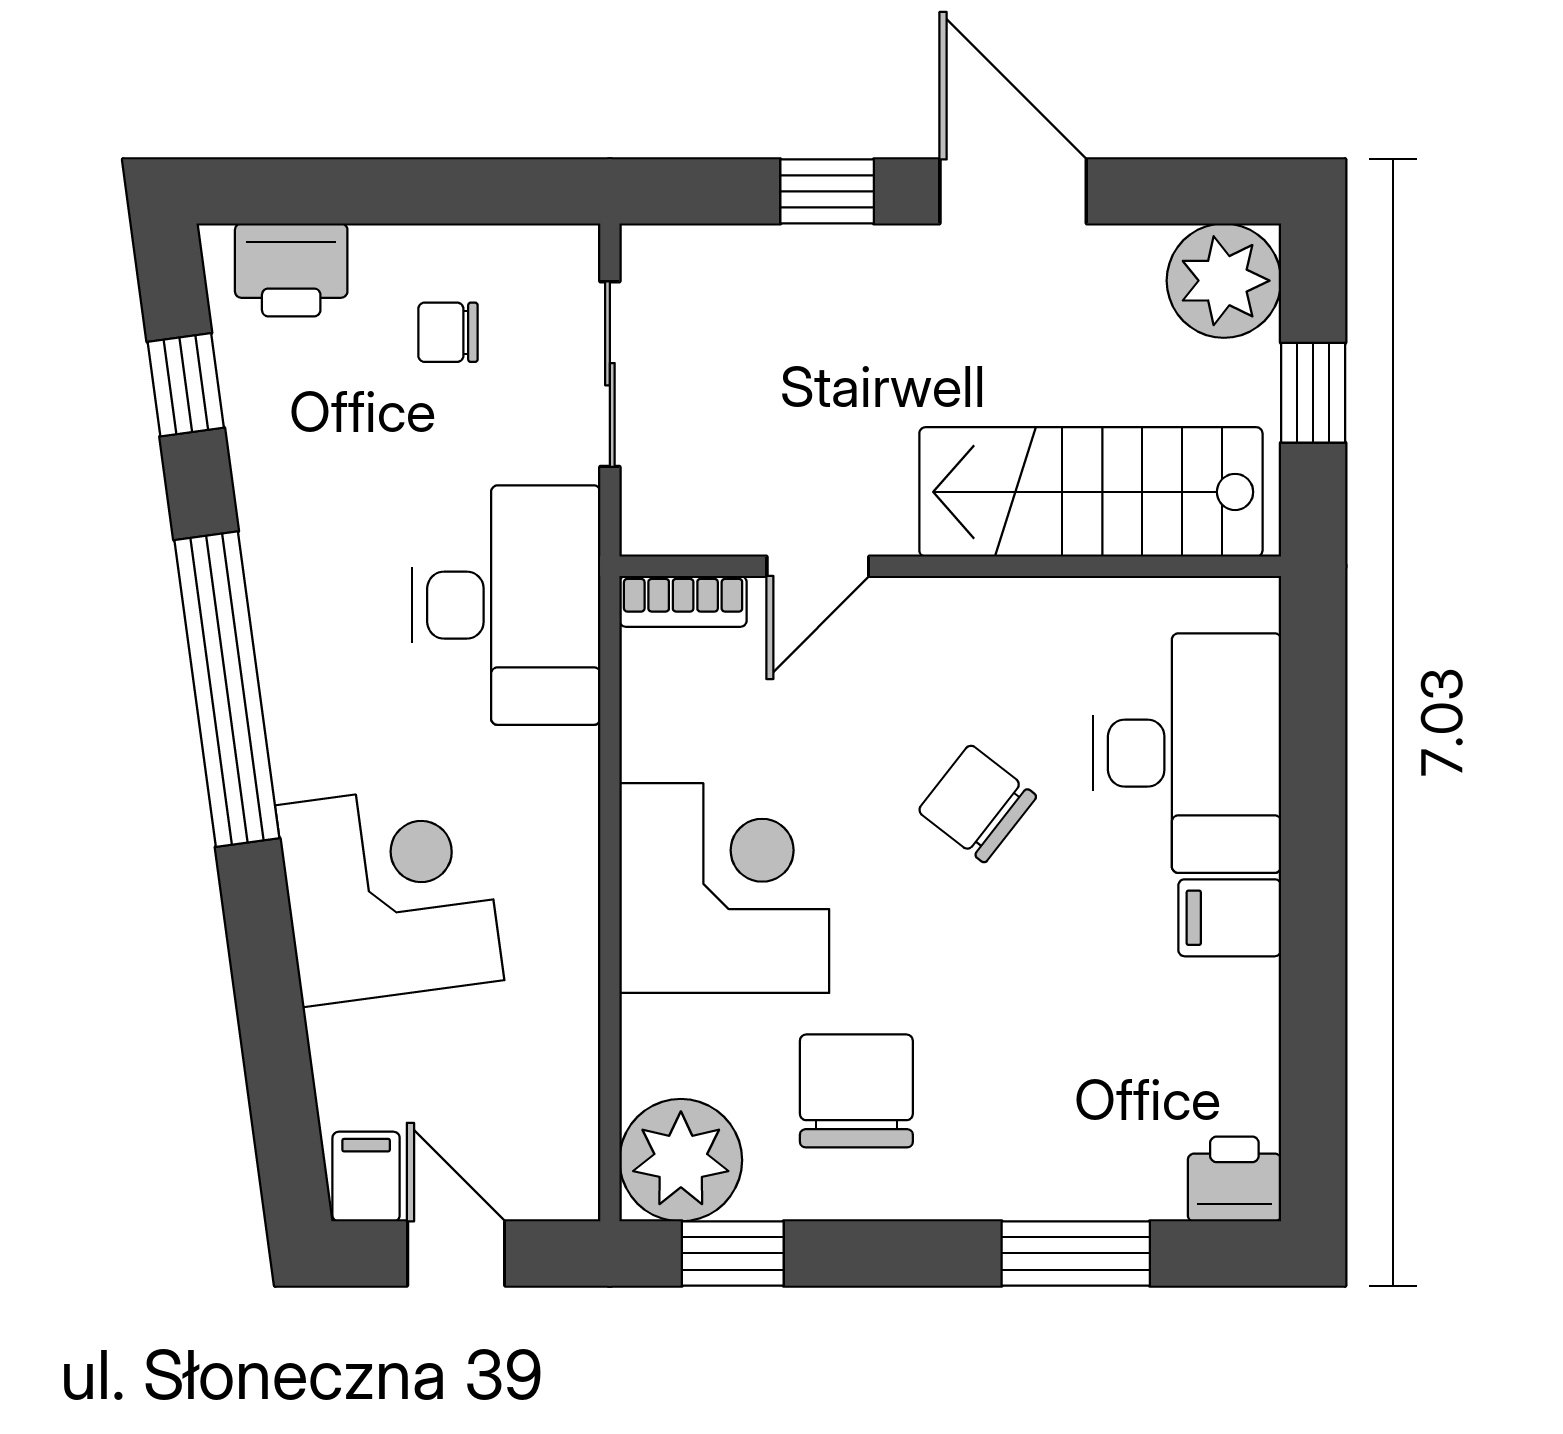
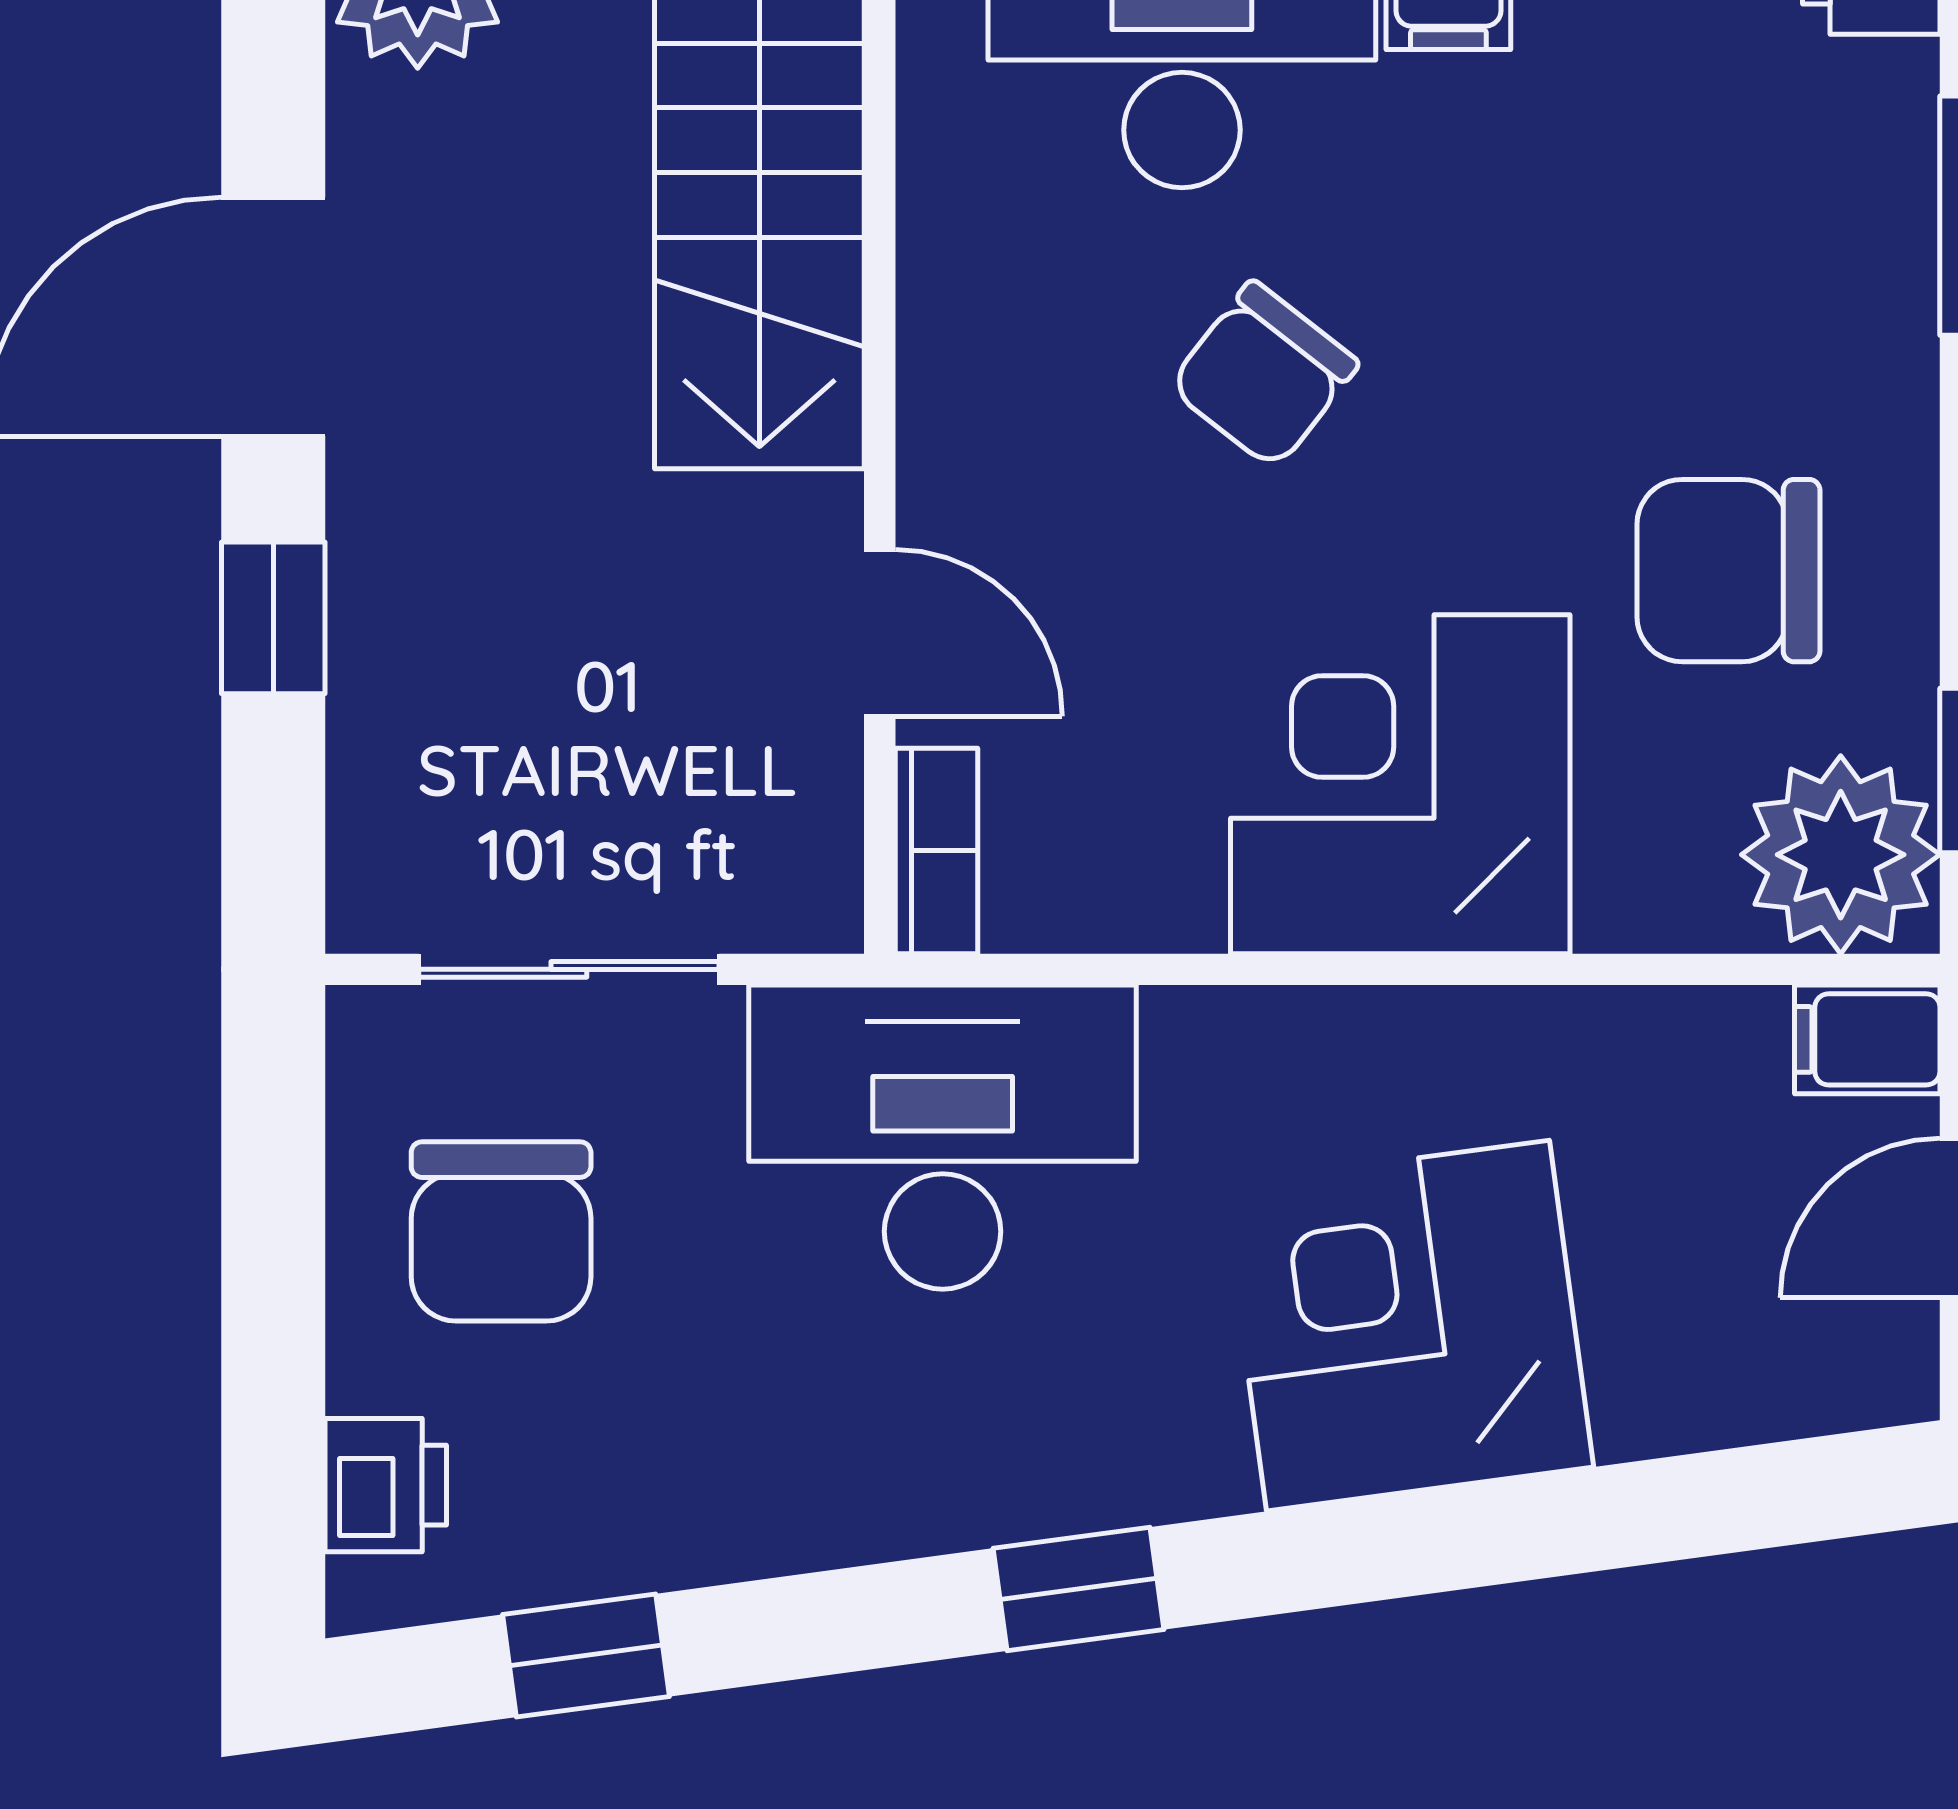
printer: (291, 270) -> (386, 1485), width x0.73, depth x0.81
chair: (448, 332) -> (501, 1231), width x1.87, depth x1.87
window: (227, 689) -> (1078, 1589), width x0.32
filing cabinet: (366, 1177) -> (1867, 1039), moved

